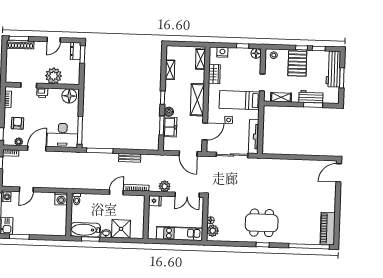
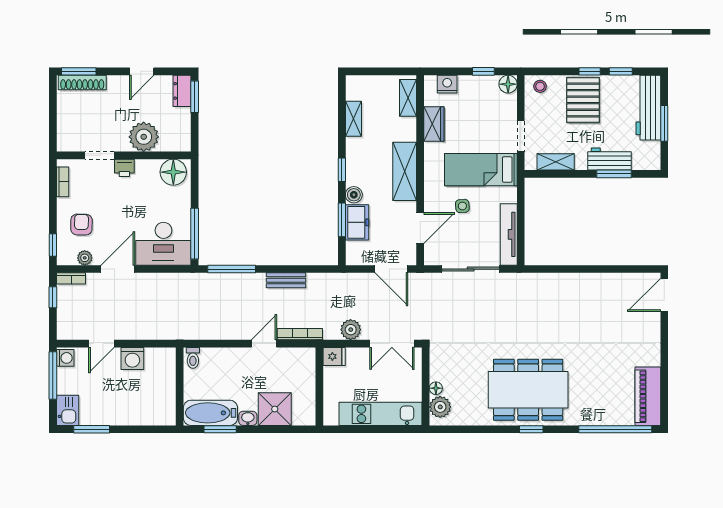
washing machine: (61, 199) -> (132, 358), moved
dining table: (262, 223) -> (528, 390), width x1.36, depth x1.24

